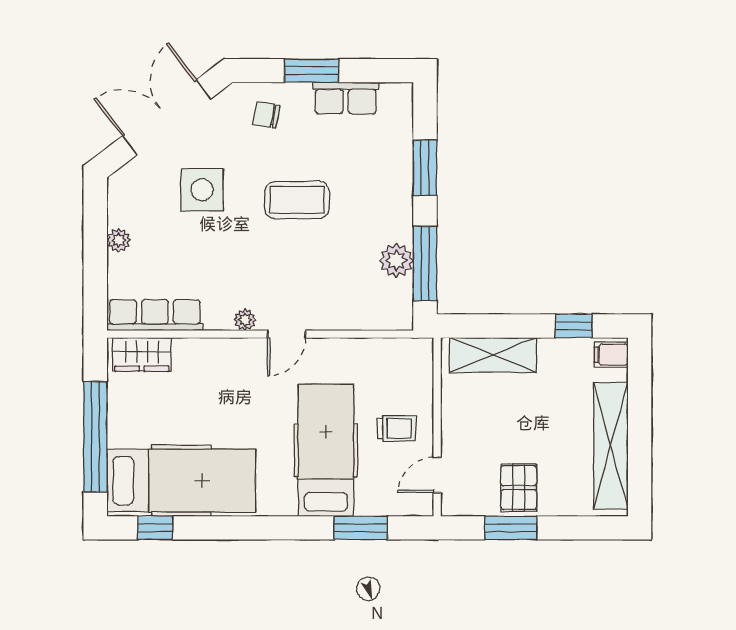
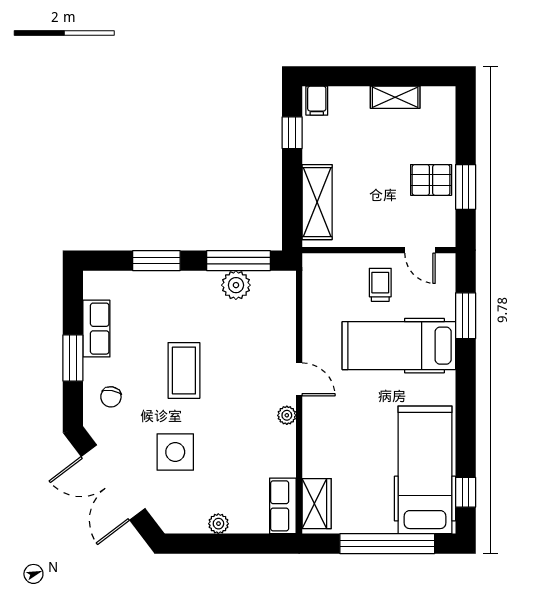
row of seats: (155, 315) -> (283, 506), width x0.68
shelving: (611, 446) -> (395, 97), width x0.45, depth x0.75

